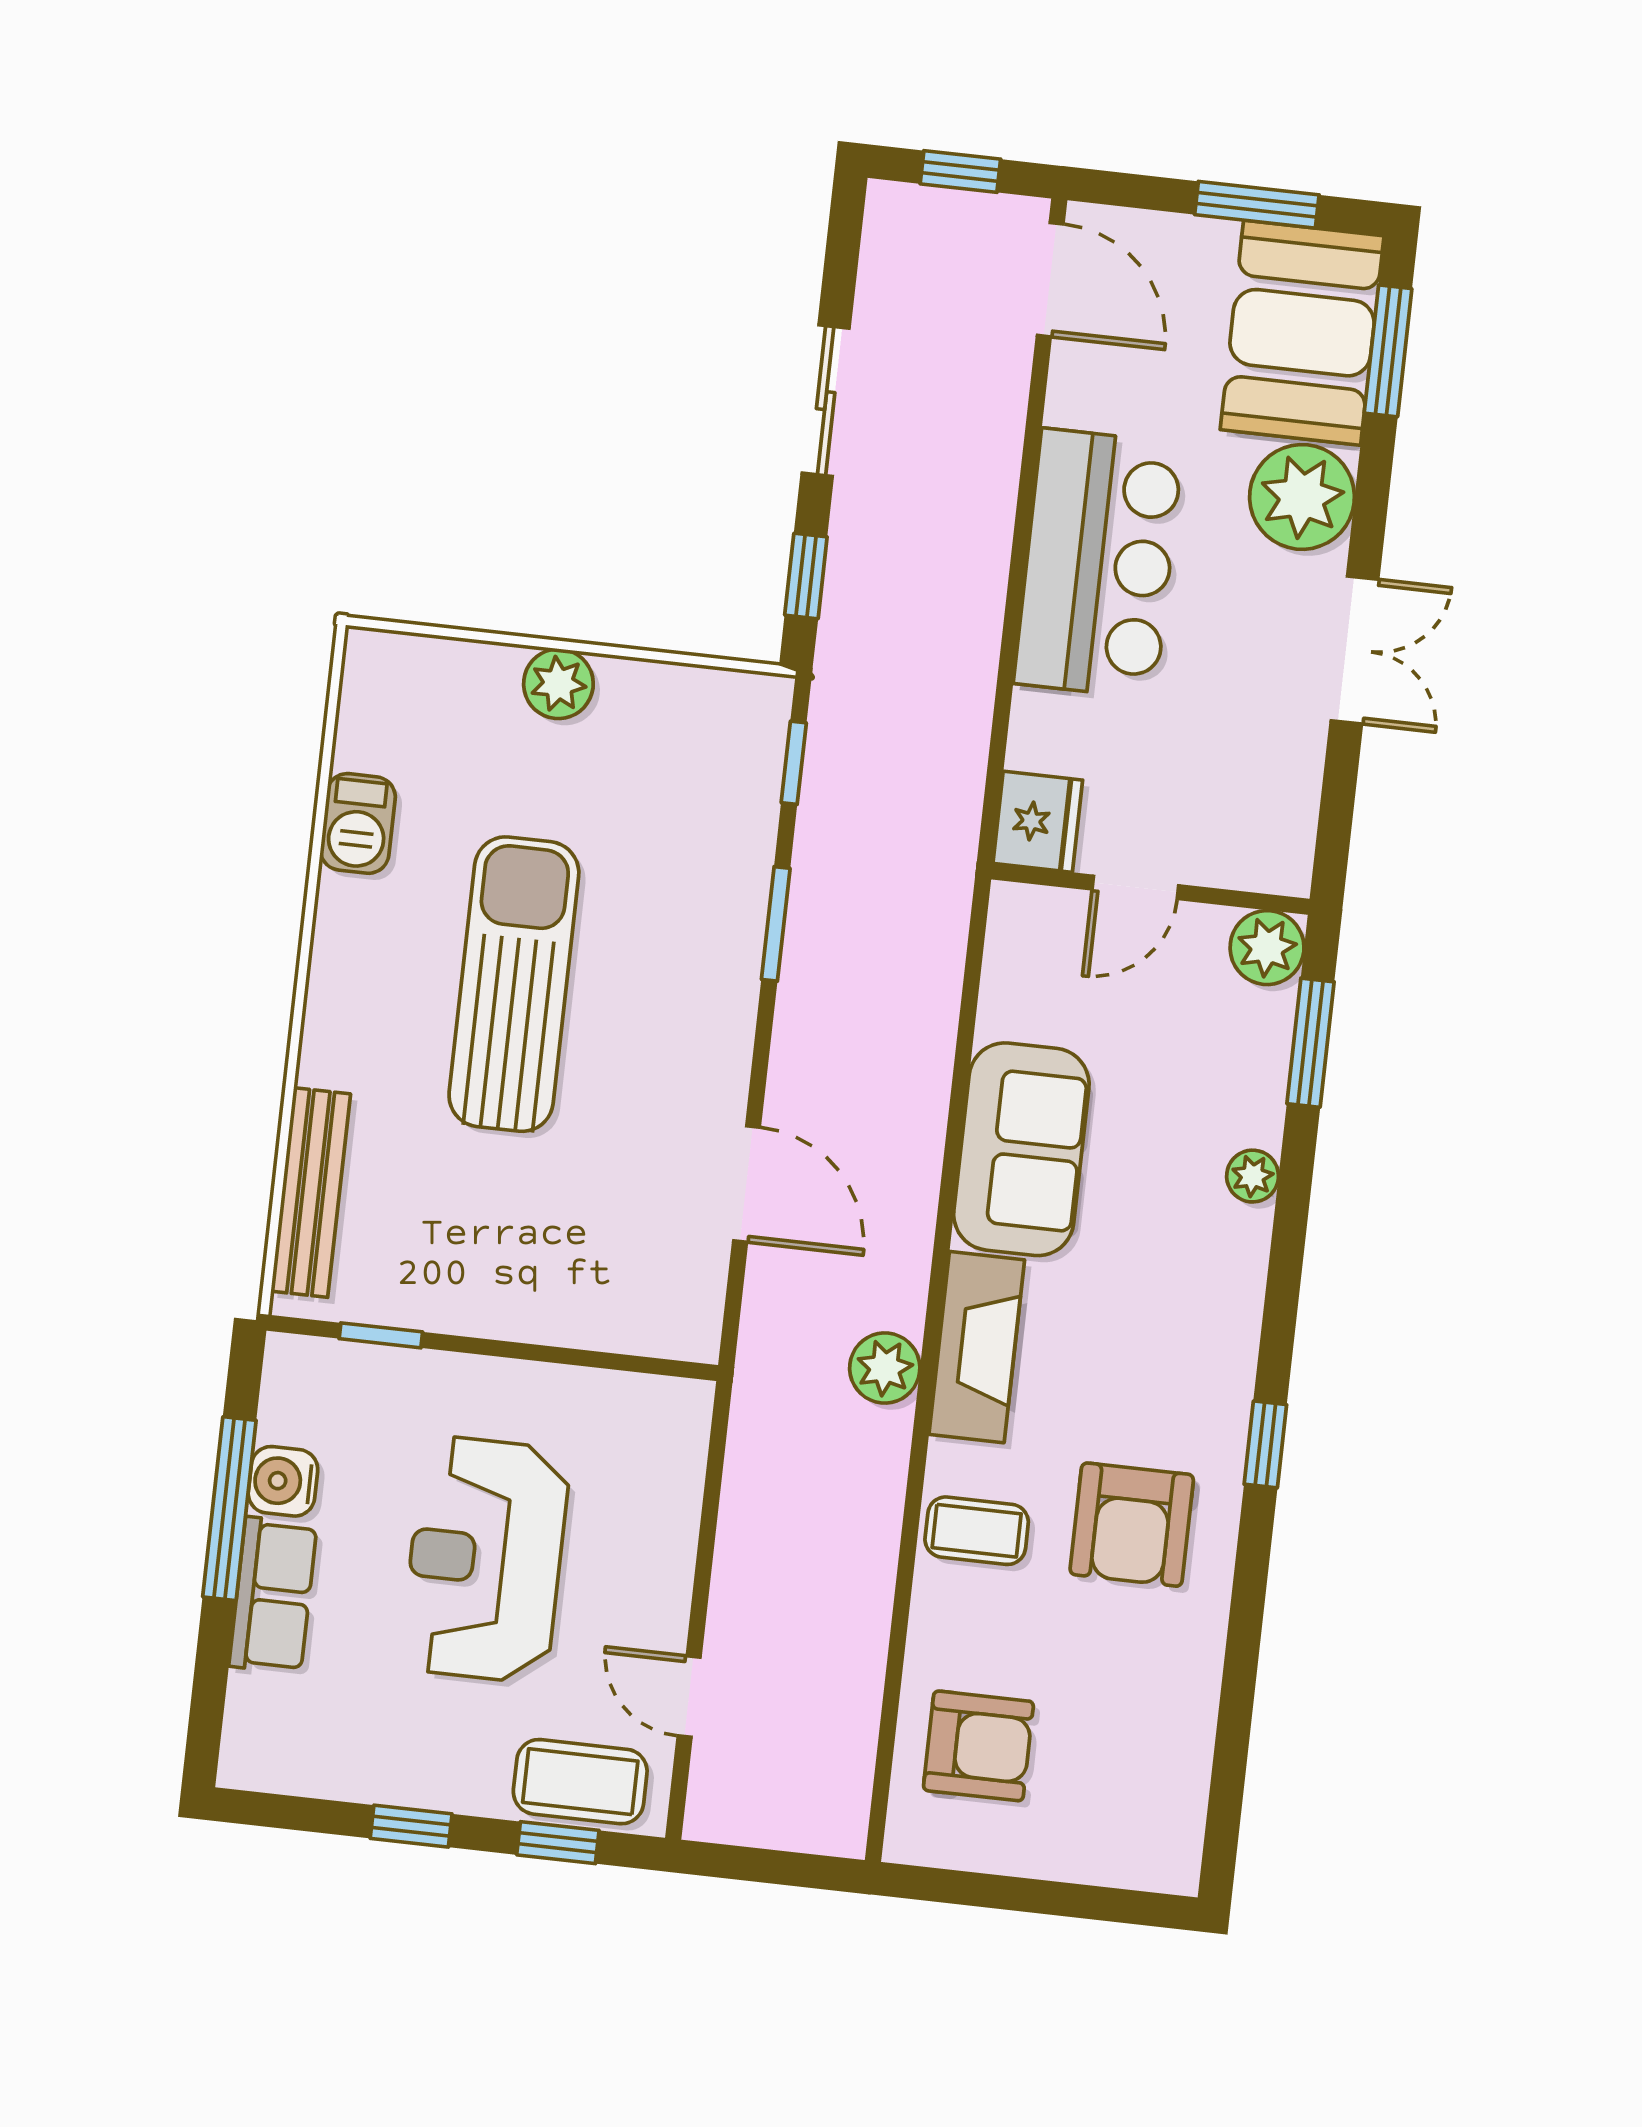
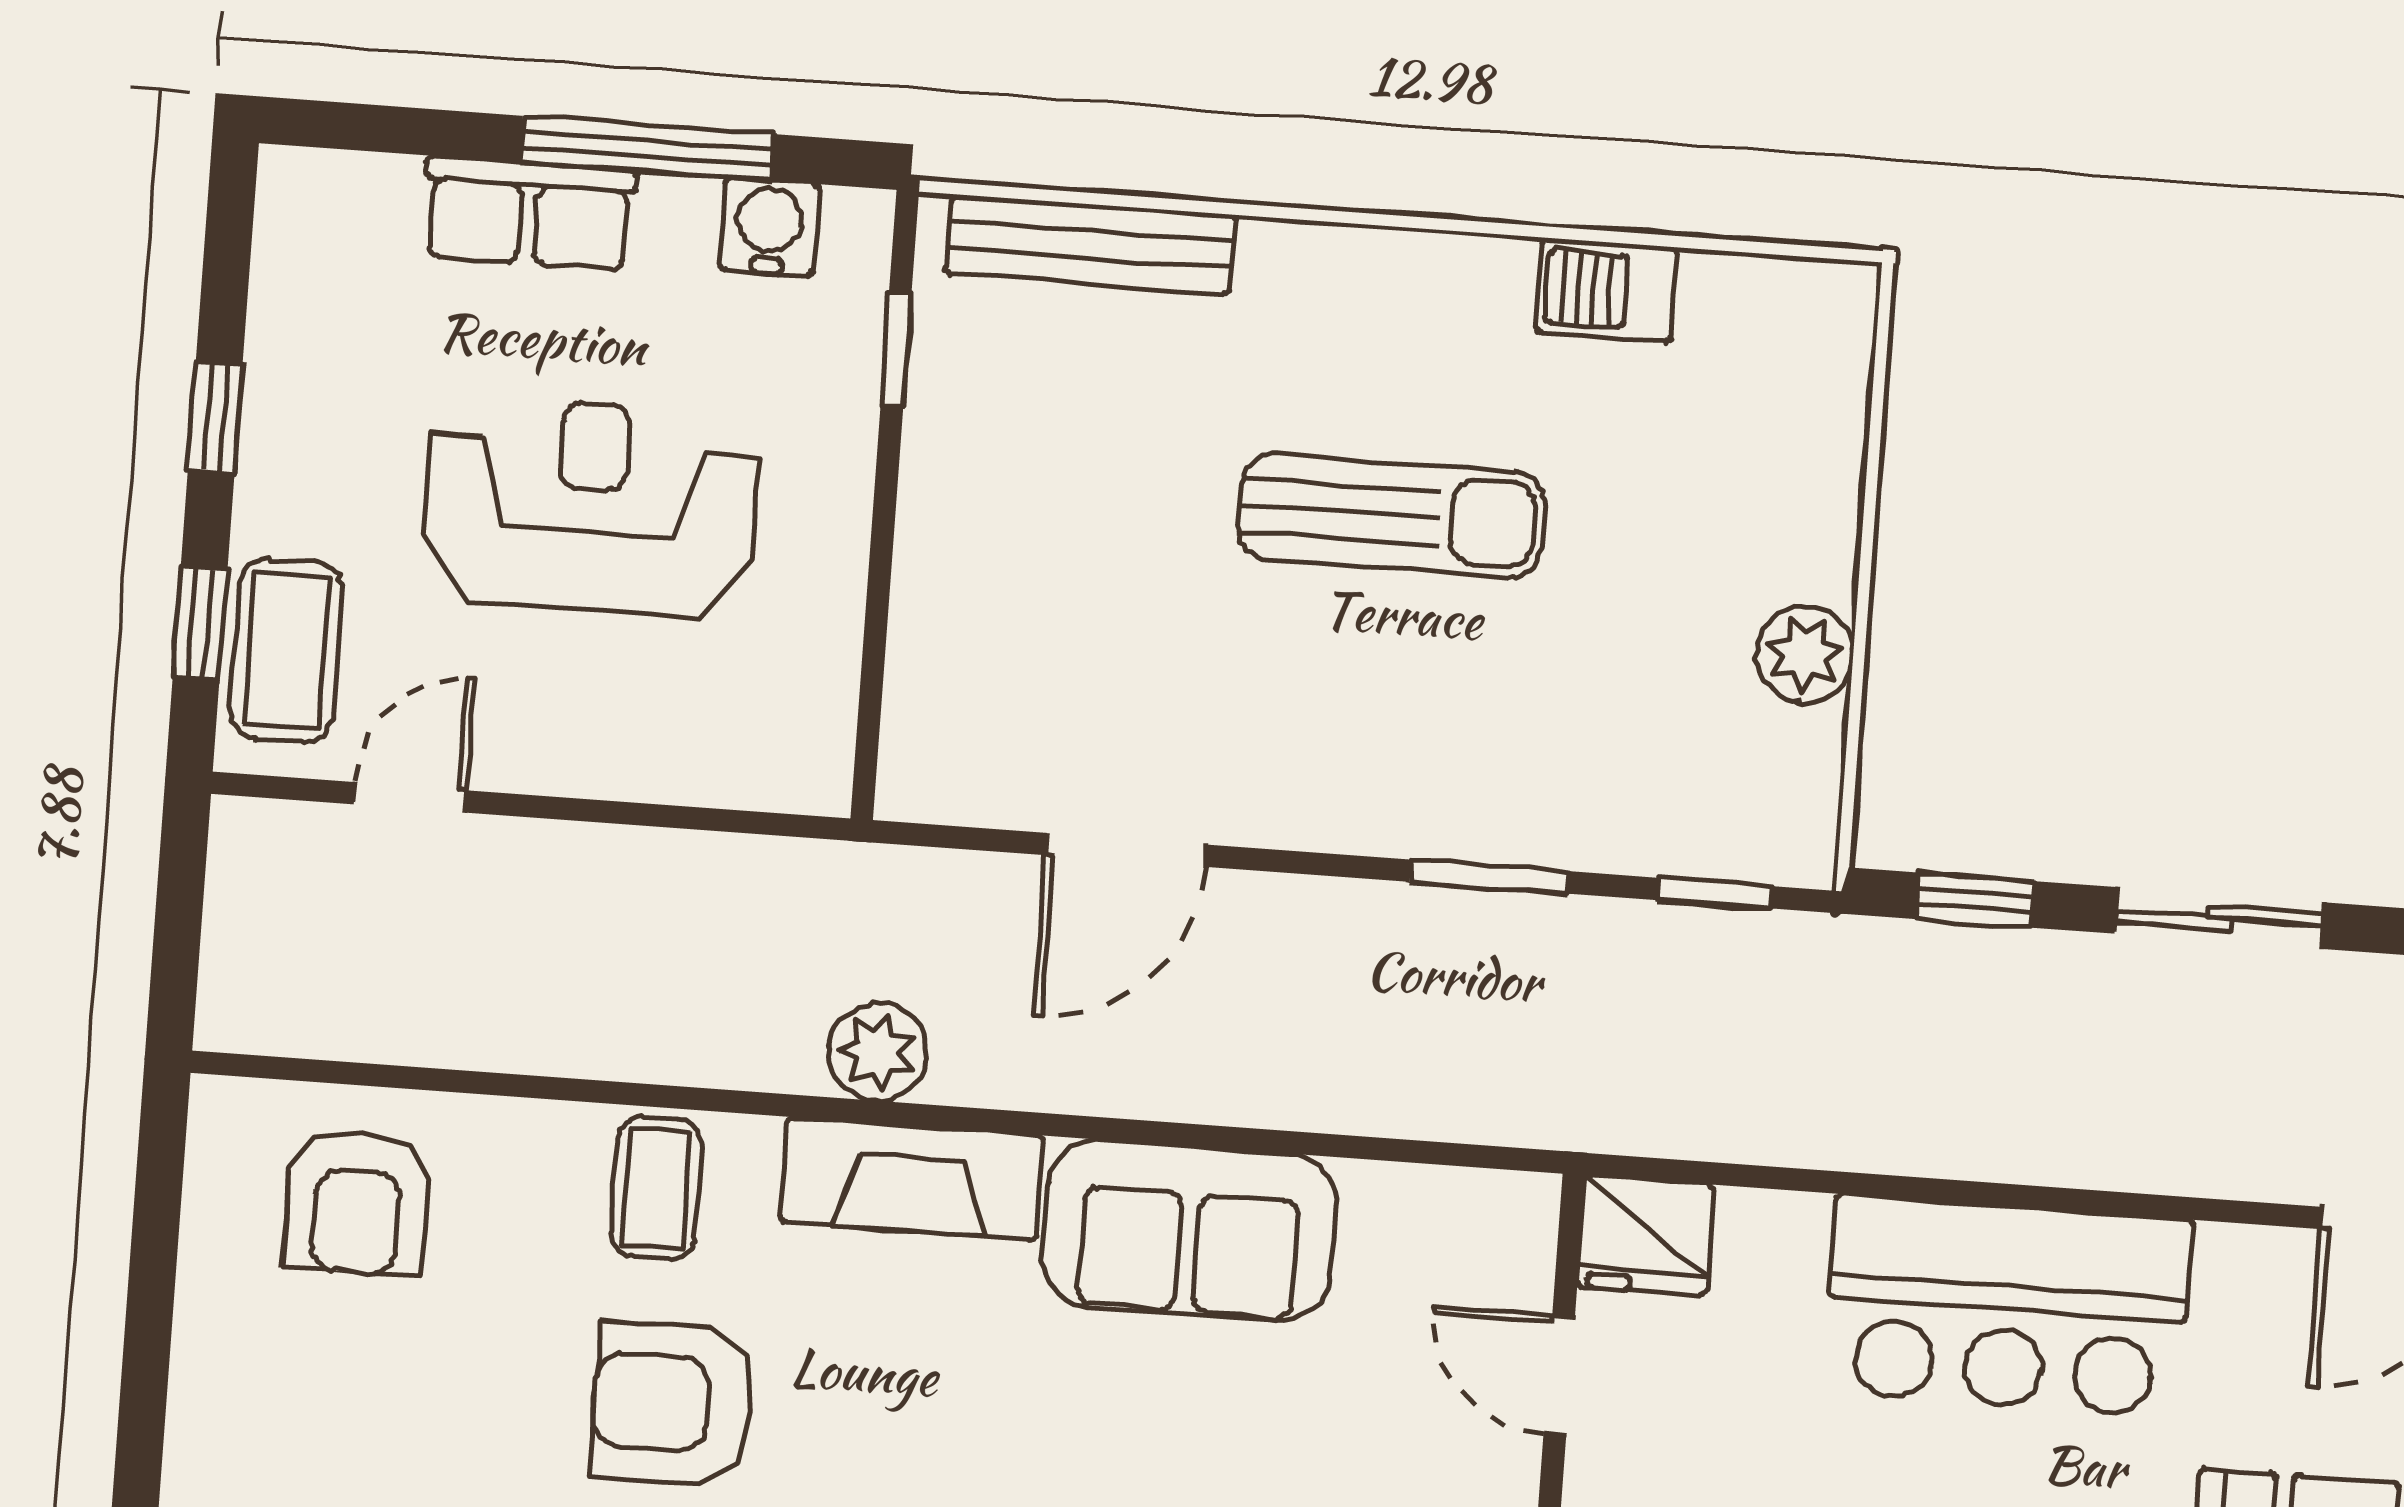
plant: (558, 684) -> (1805, 654), moved
sun lounger: (514, 984) -> (1392, 516), width x0.73, depth x0.75
water cooler: (283, 1481) -> (769, 227), moved

